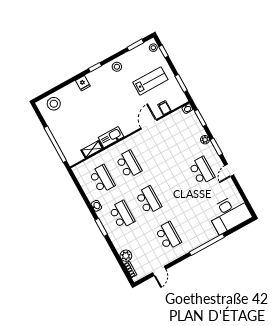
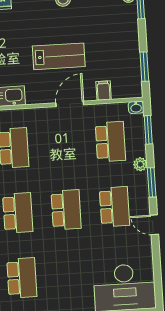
lab bench: (150, 81) -> (59, 56), moved
school desk: (182, 135) -> (110, 142), added
door: (229, 170) -> (154, 225), hinge flipped
school desk: (175, 185) -> (66, 210), added

